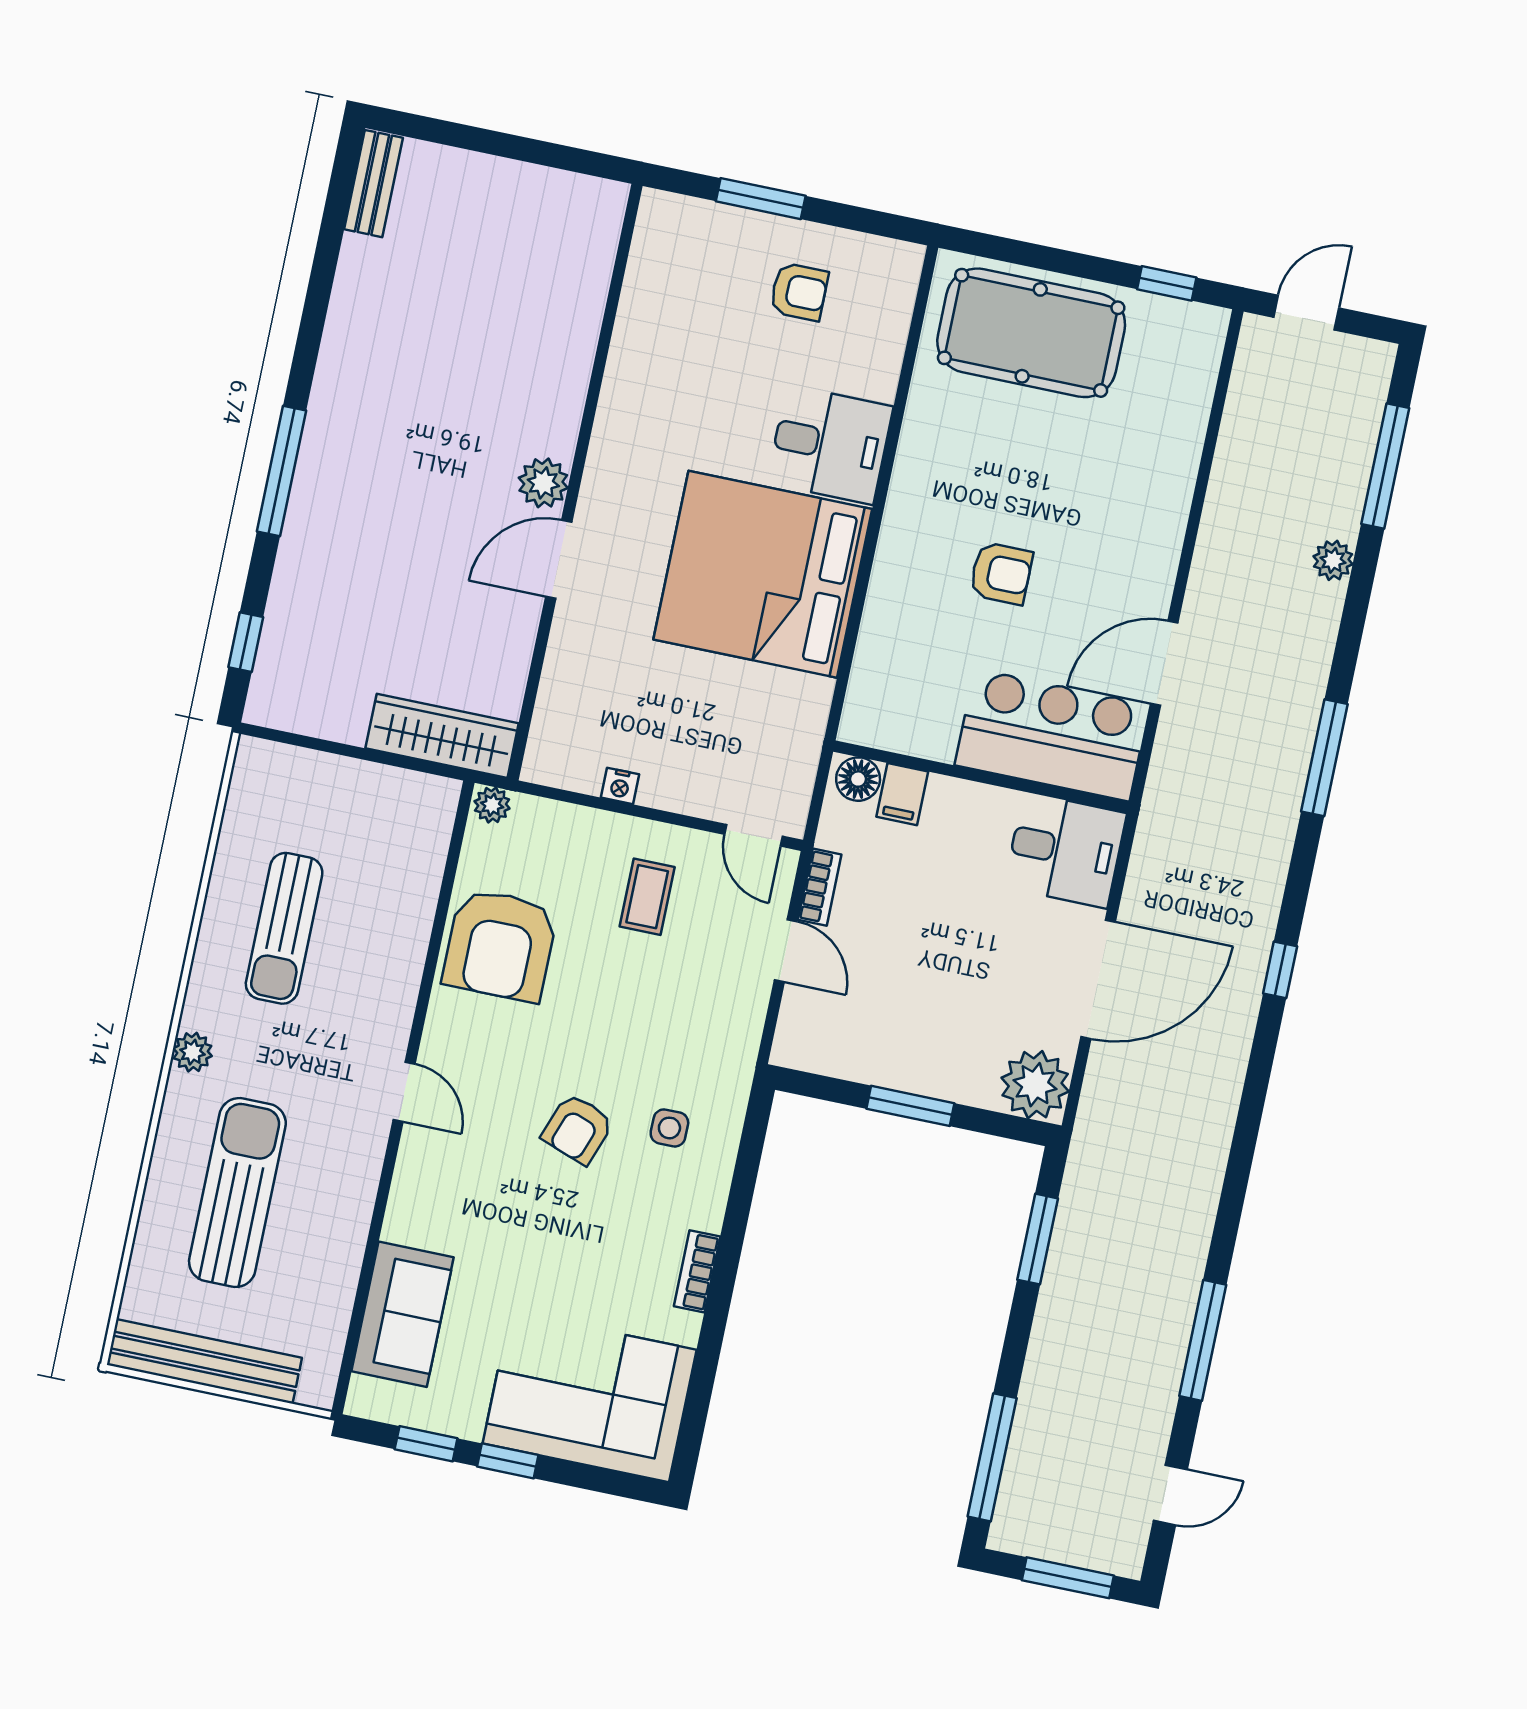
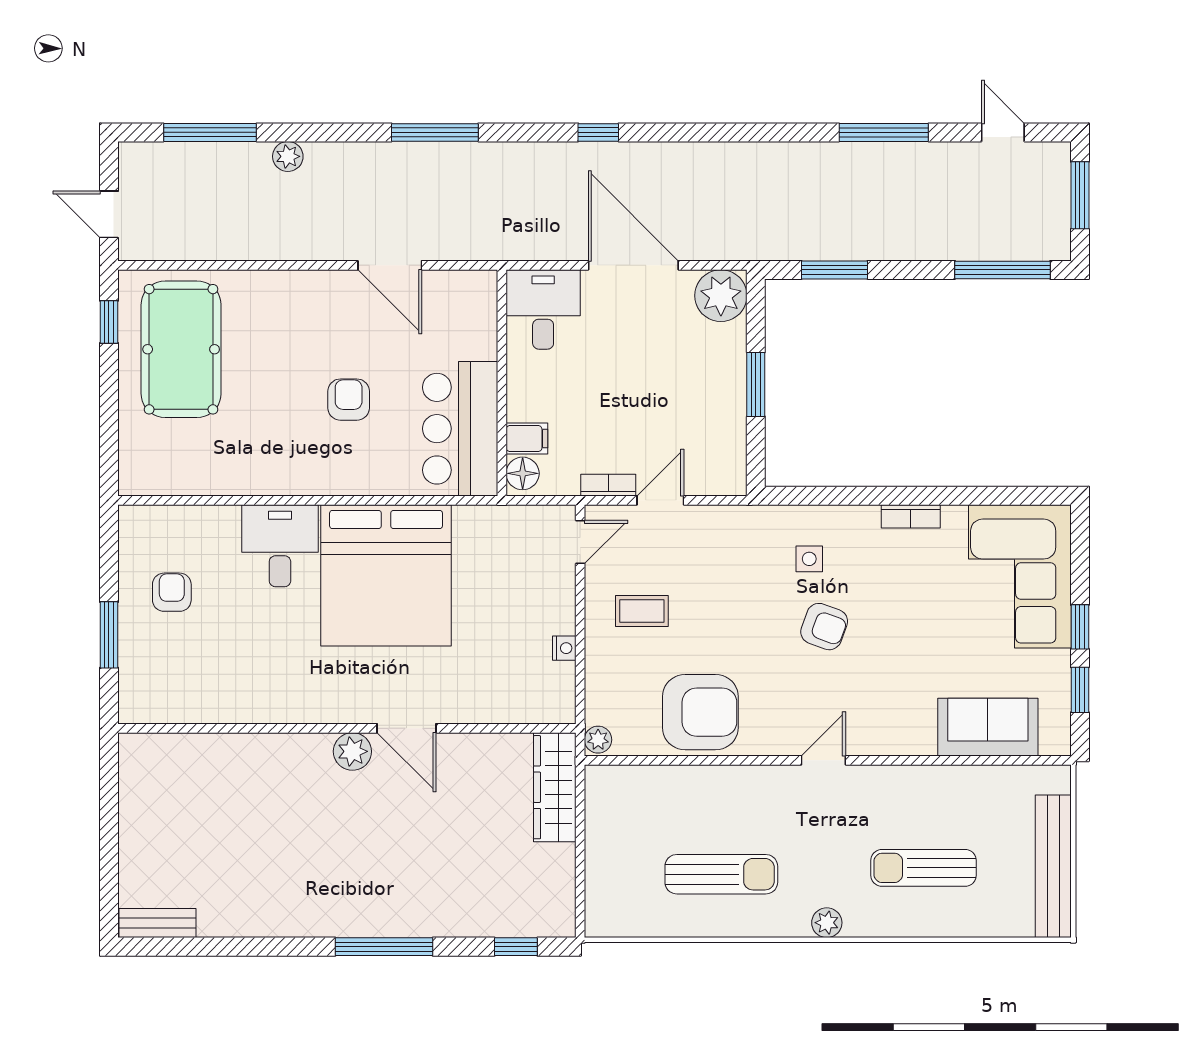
pool table: (1031, 333) -> (181, 349), moved
bar counter: (1052, 735) -> (460, 429), moved
sun lounger: (237, 1192) -> (924, 868), width x0.73, depth x0.75

